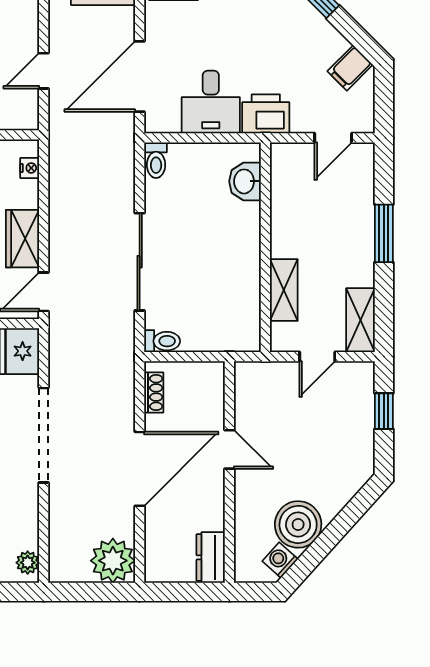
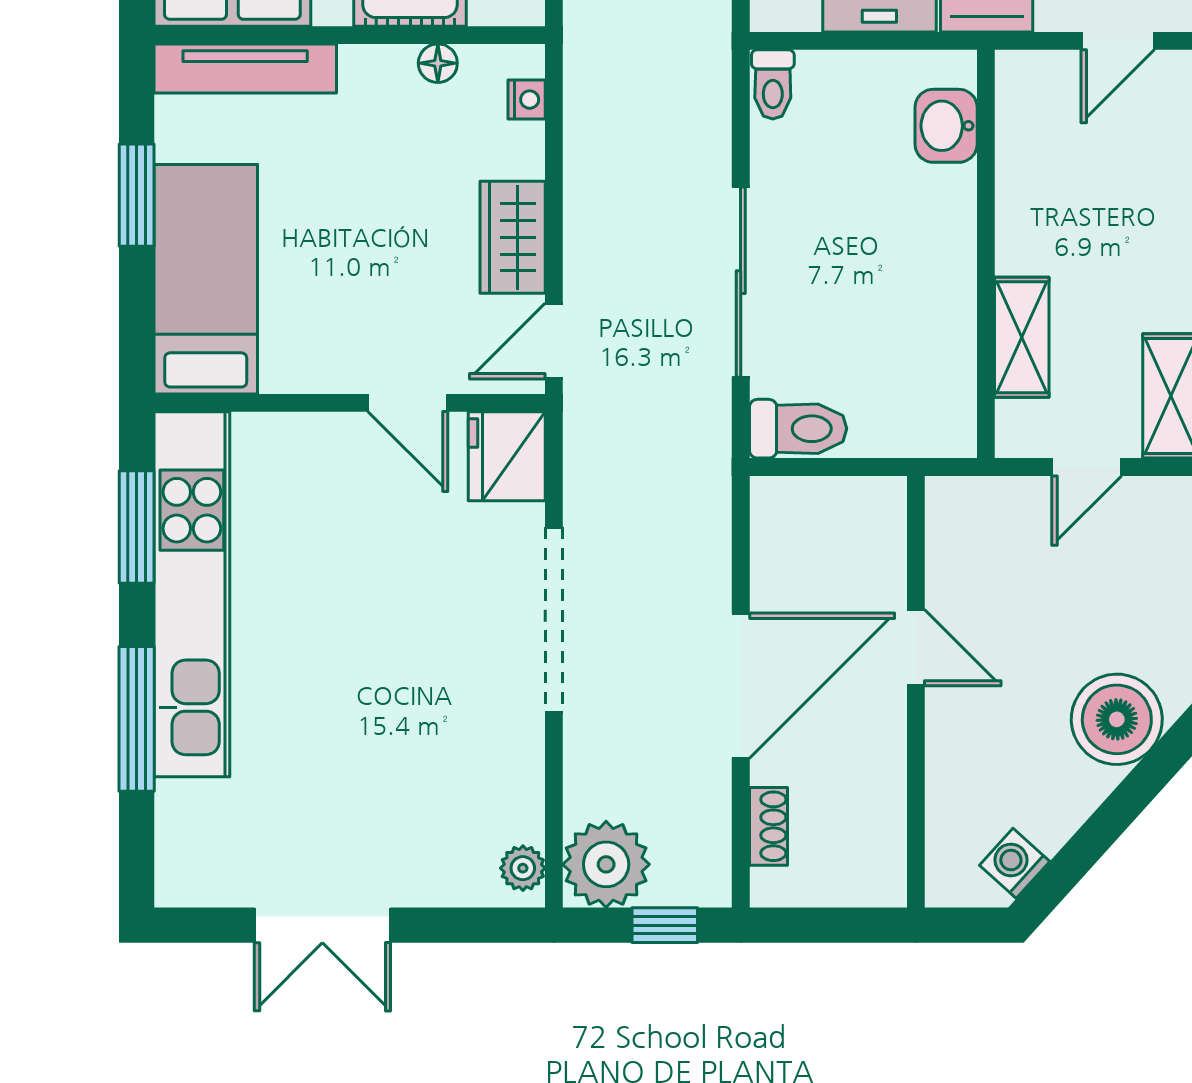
toilet: (162, 341) -> (798, 429), width x1.37, depth x1.39
shoe rack: (154, 392) -> (768, 826), moved
boiler: (298, 524) -> (1117, 719), moved
dresser: (211, 557) -> (879, 858), removed
plant: (113, 561) -> (606, 864), moved
window: (101, 592) -> (665, 925), added

